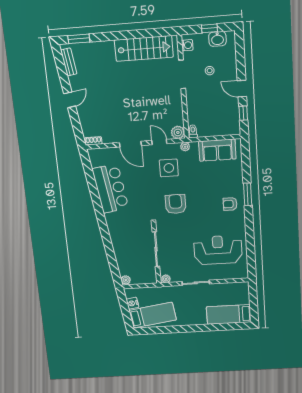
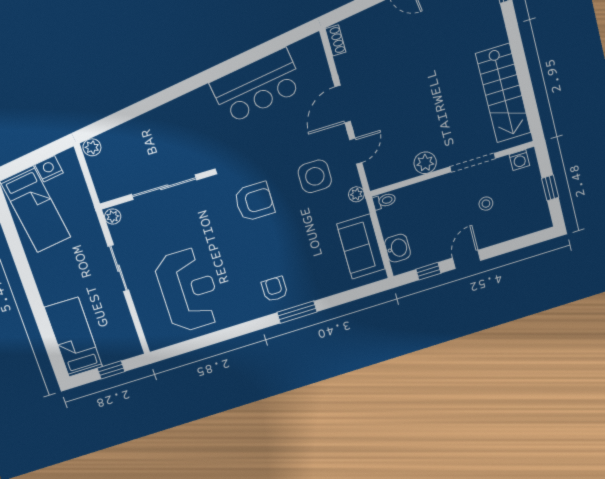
washbasin: (217, 39) -> (398, 248), moved, turned 180
plant: (178, 132) -> (425, 163), moved
window: (253, 300) -> (111, 370), added

